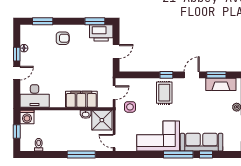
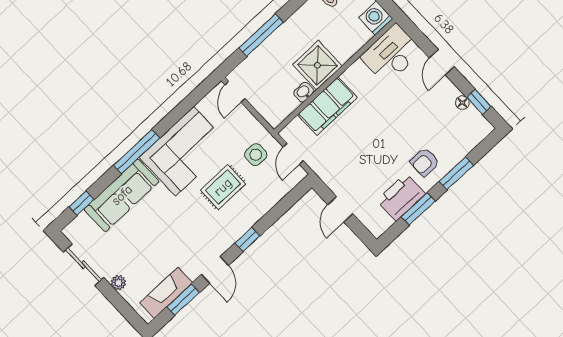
window: (43, 21) -> (456, 173), moved
window: (95, 21) -> (418, 209), moved
printer: (101, 33) -> (401, 197), moved
window: (17, 54) -> (479, 102), moved
rug: (164, 93) -> (223, 187), moved, turned 90
shower: (102, 120) -> (317, 65), moved
door: (114, 141) -> (235, 92), swing flipped
window: (206, 155) -> (82, 203), moved

